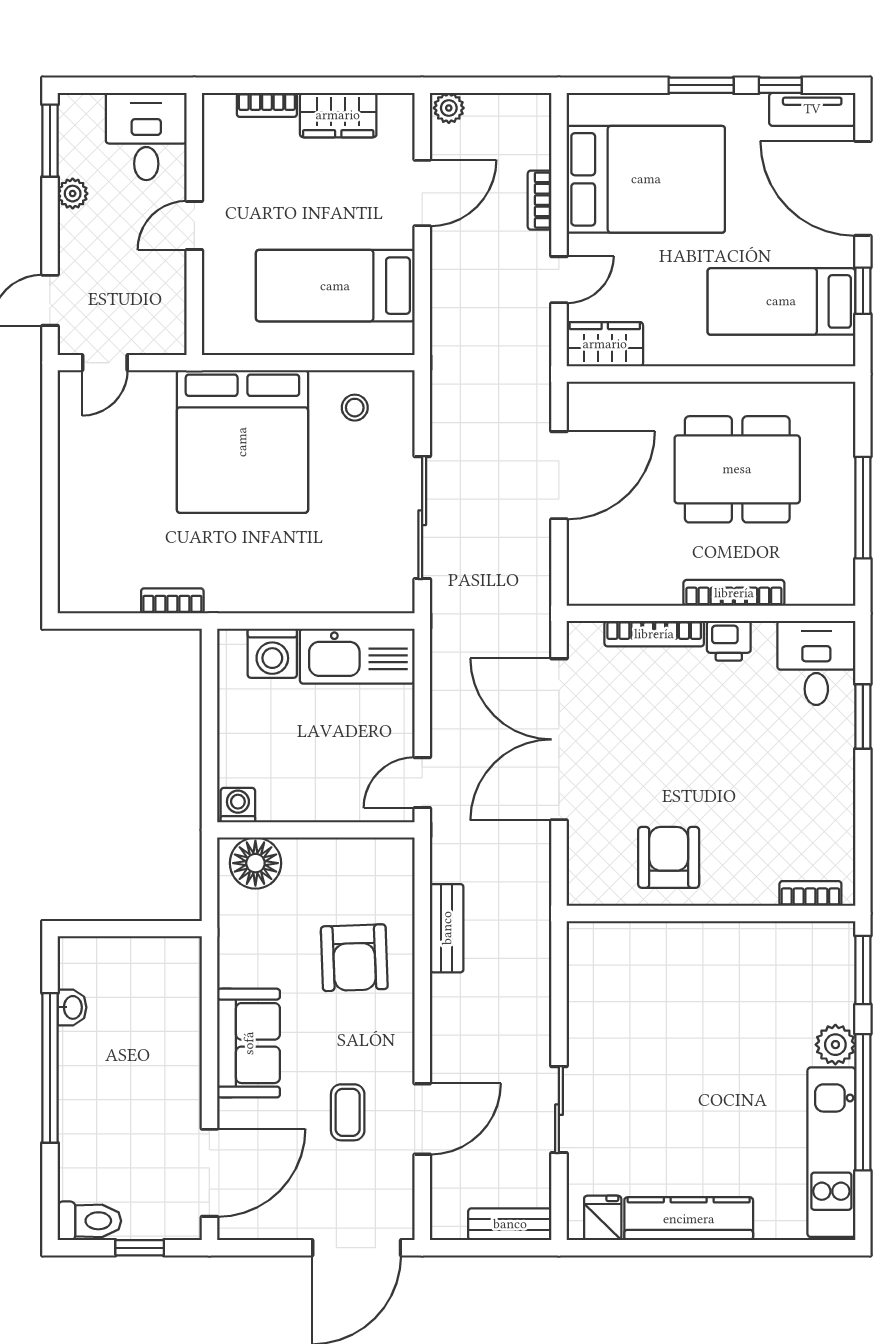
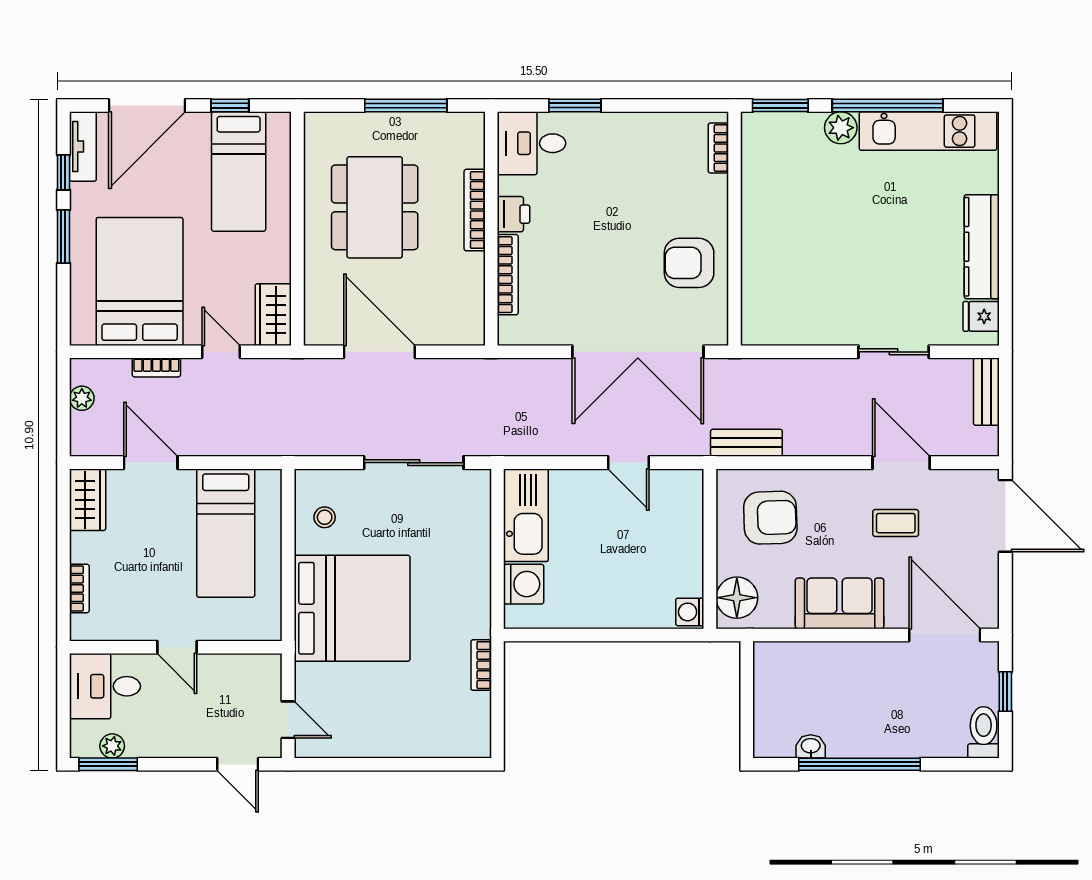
plant: (449, 108) -> (82, 398), moved
wardrobe: (338, 115) -> (88, 500), moved
plant: (73, 194) -> (112, 746), moved
double door: (559, 739) -> (638, 352), moved
washing machine: (238, 805) -> (690, 612), moved
wall: (316, 830) -> (710, 549), moved
floor lamp: (255, 863) -> (737, 598), moved

